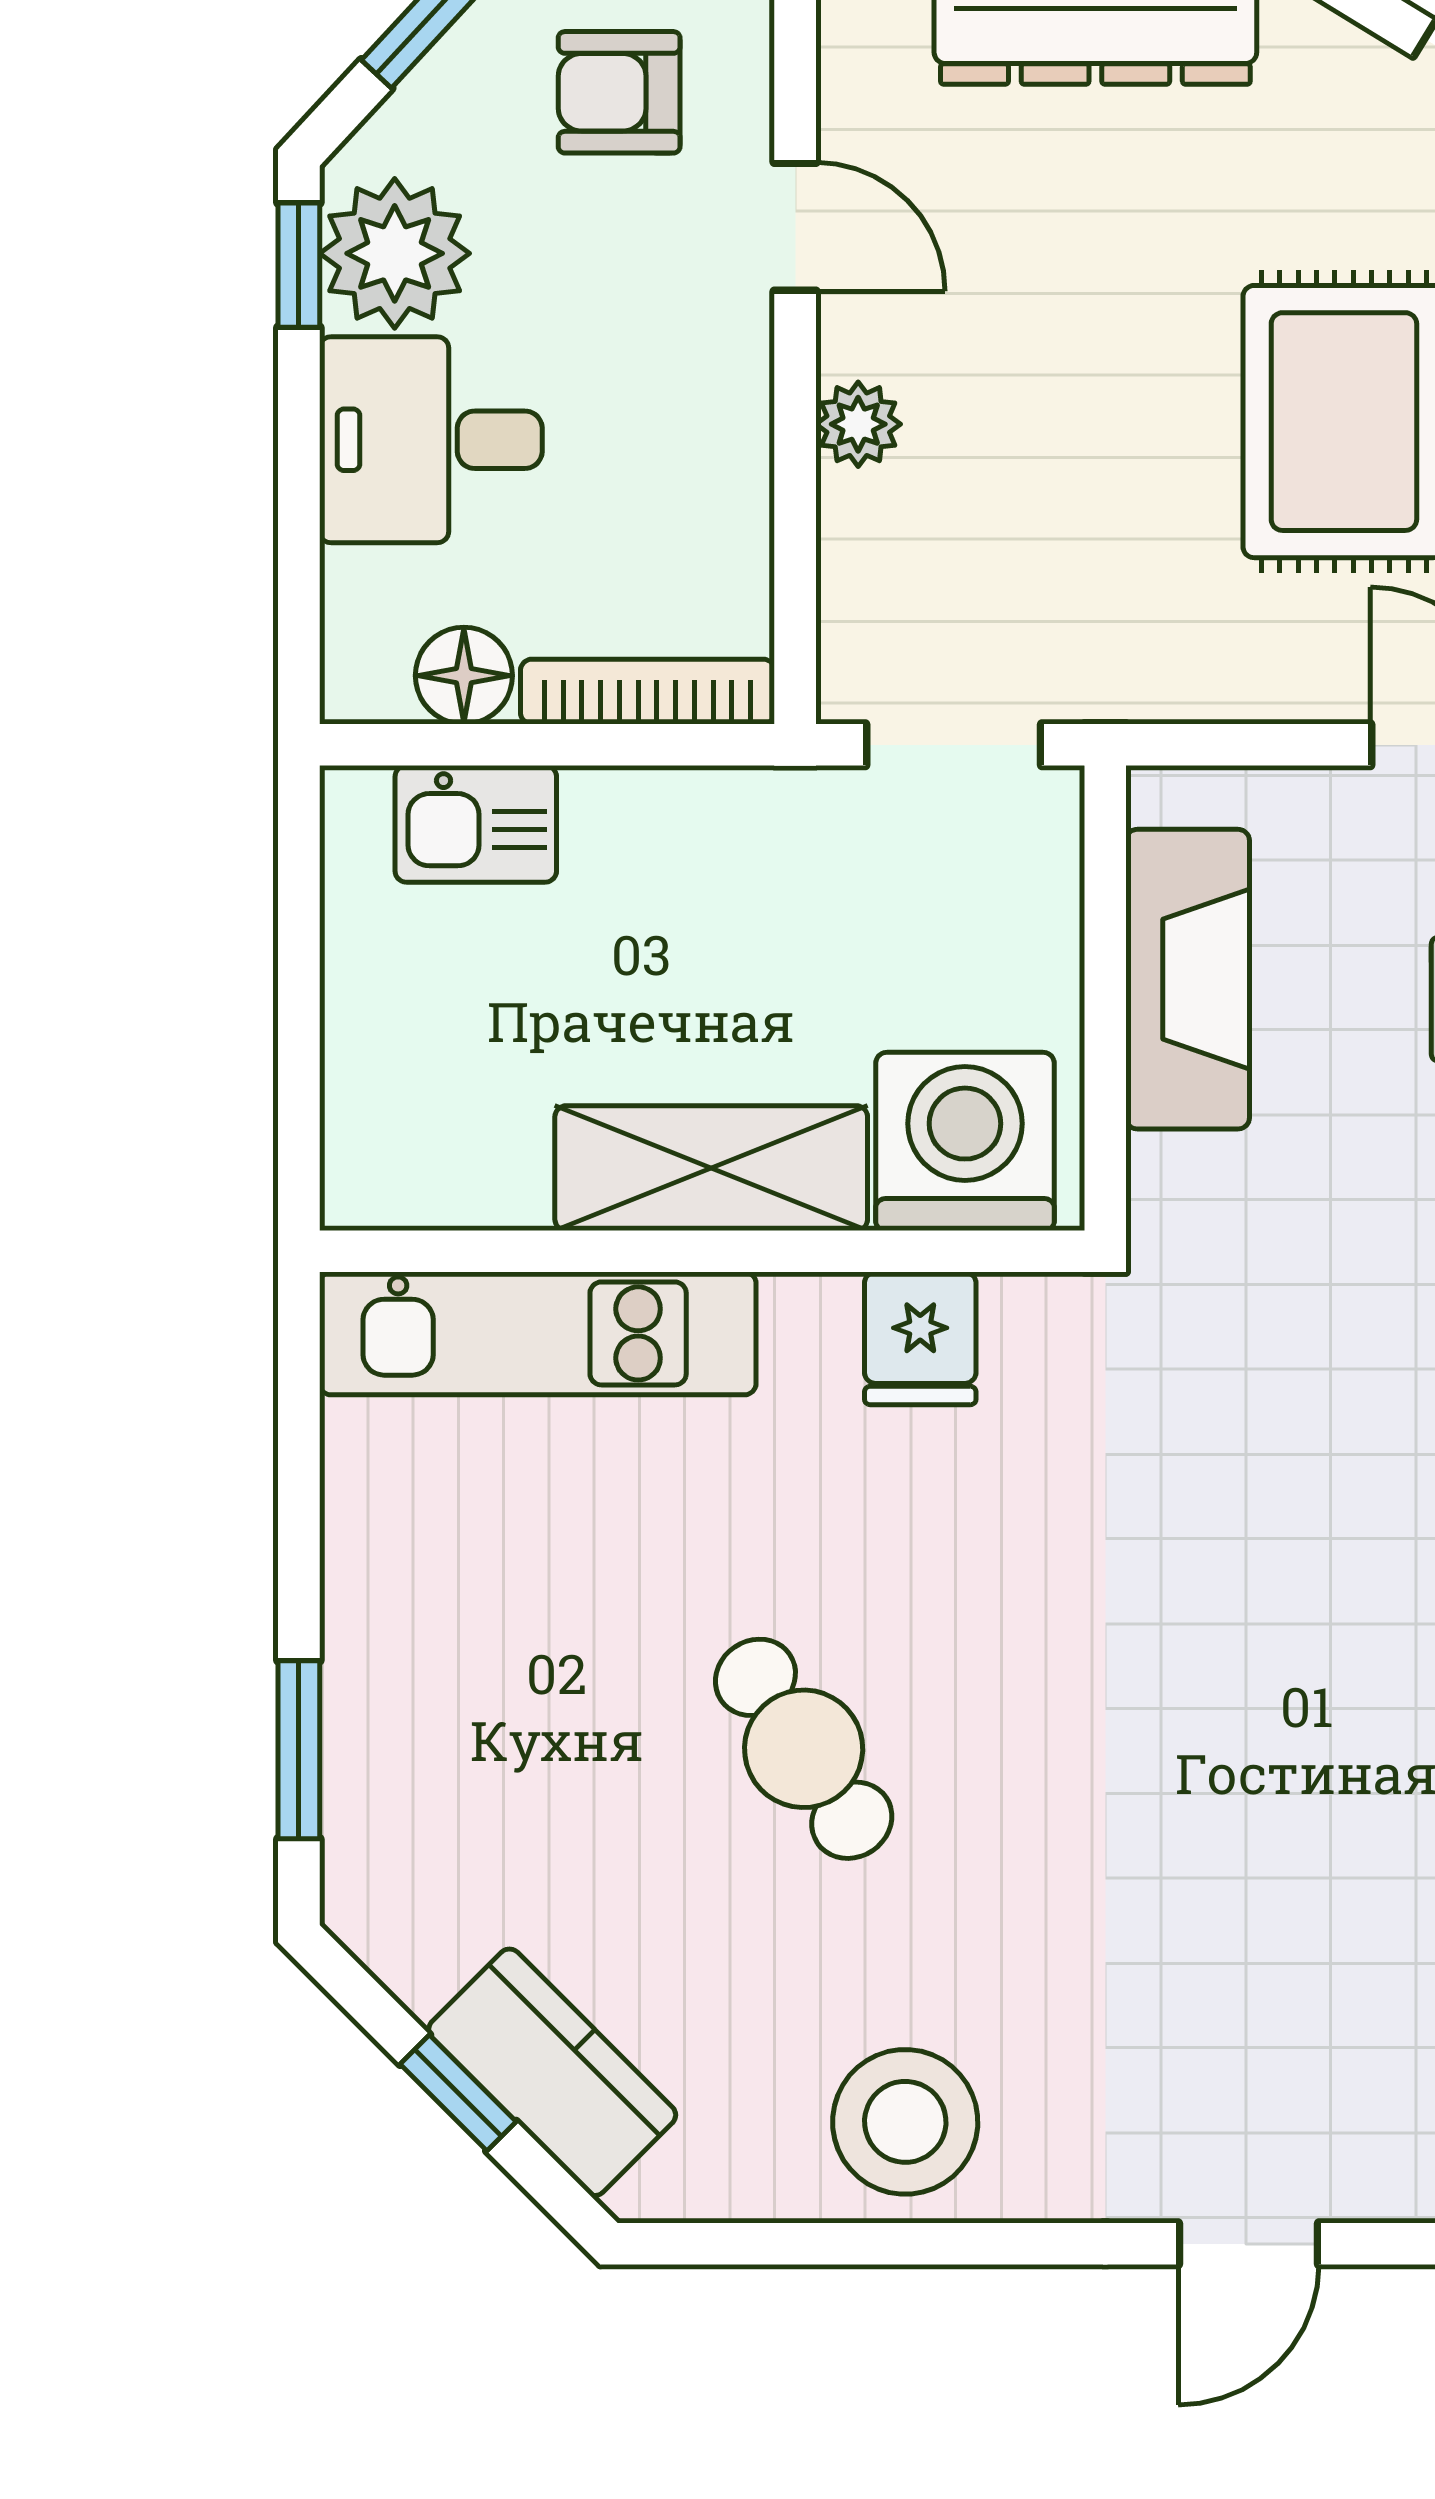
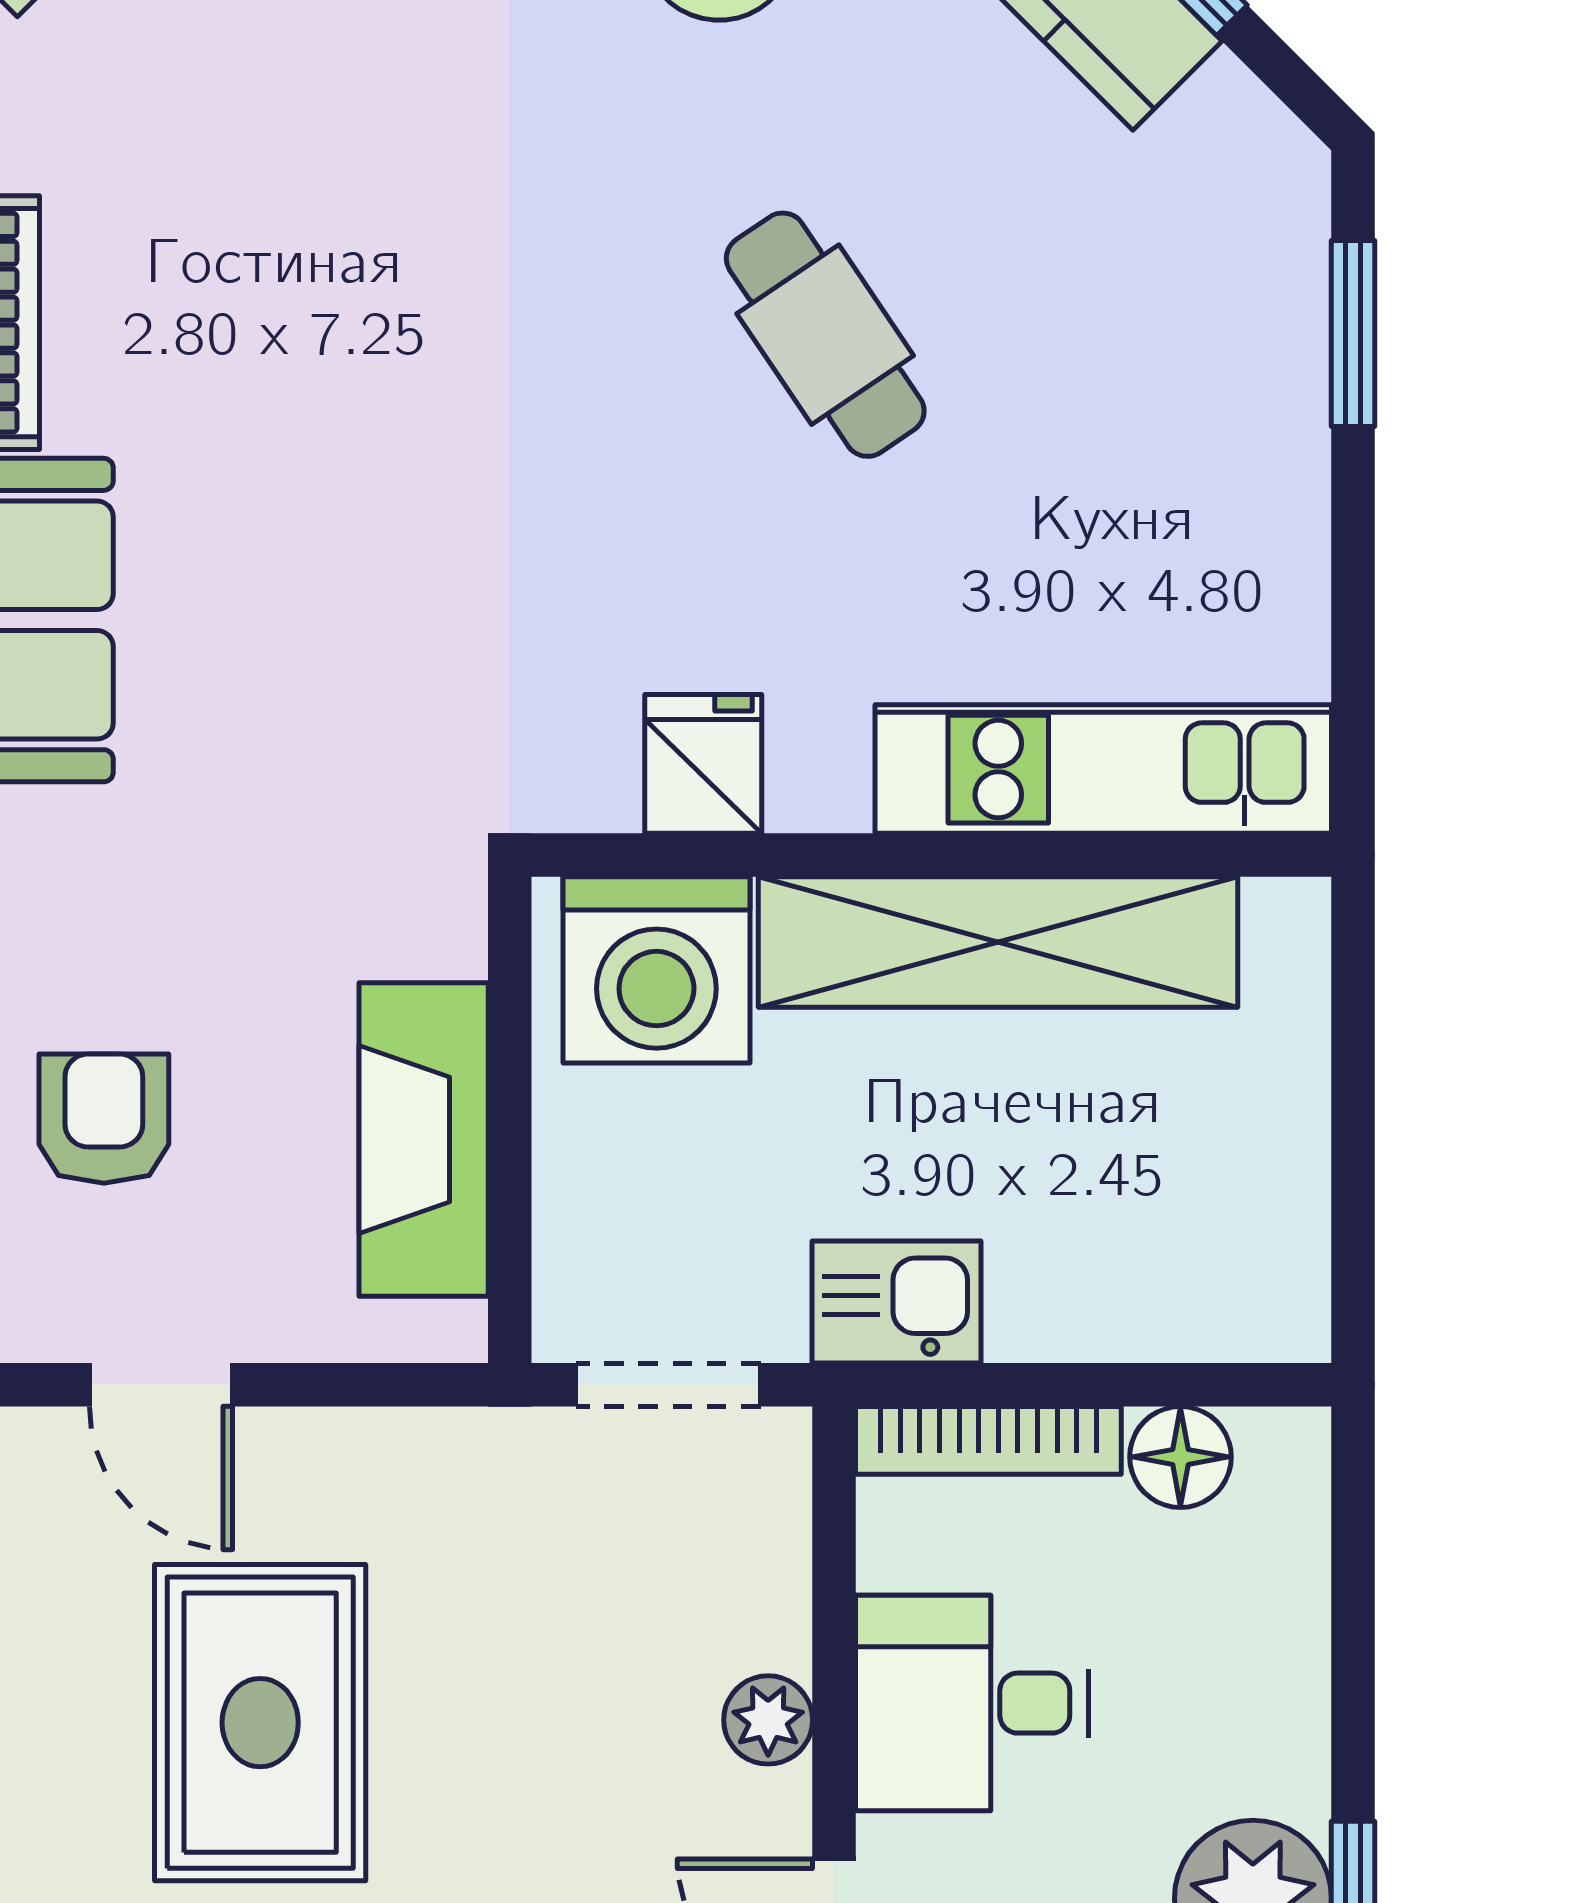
desk: (431, 440) -> (972, 1703), moved, turned 180
kitchen sink: (476, 824) -> (897, 1302), moved
shelving: (711, 1168) -> (998, 942), width x1.47

